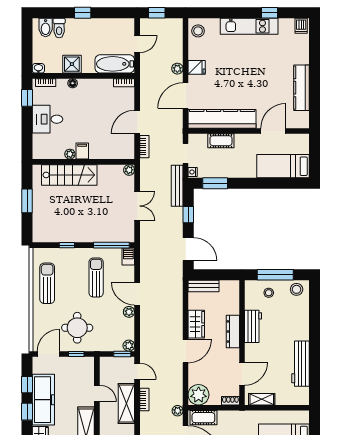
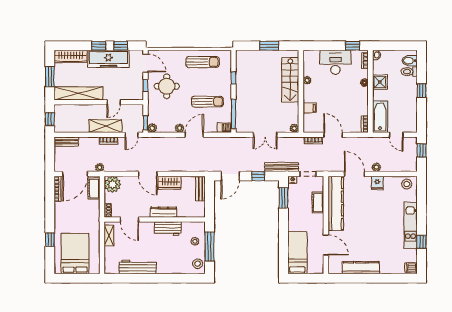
desk: (47, 119) -> (335, 62), width x1.37
filing cabinet: (82, 151) -> (310, 108), moved

